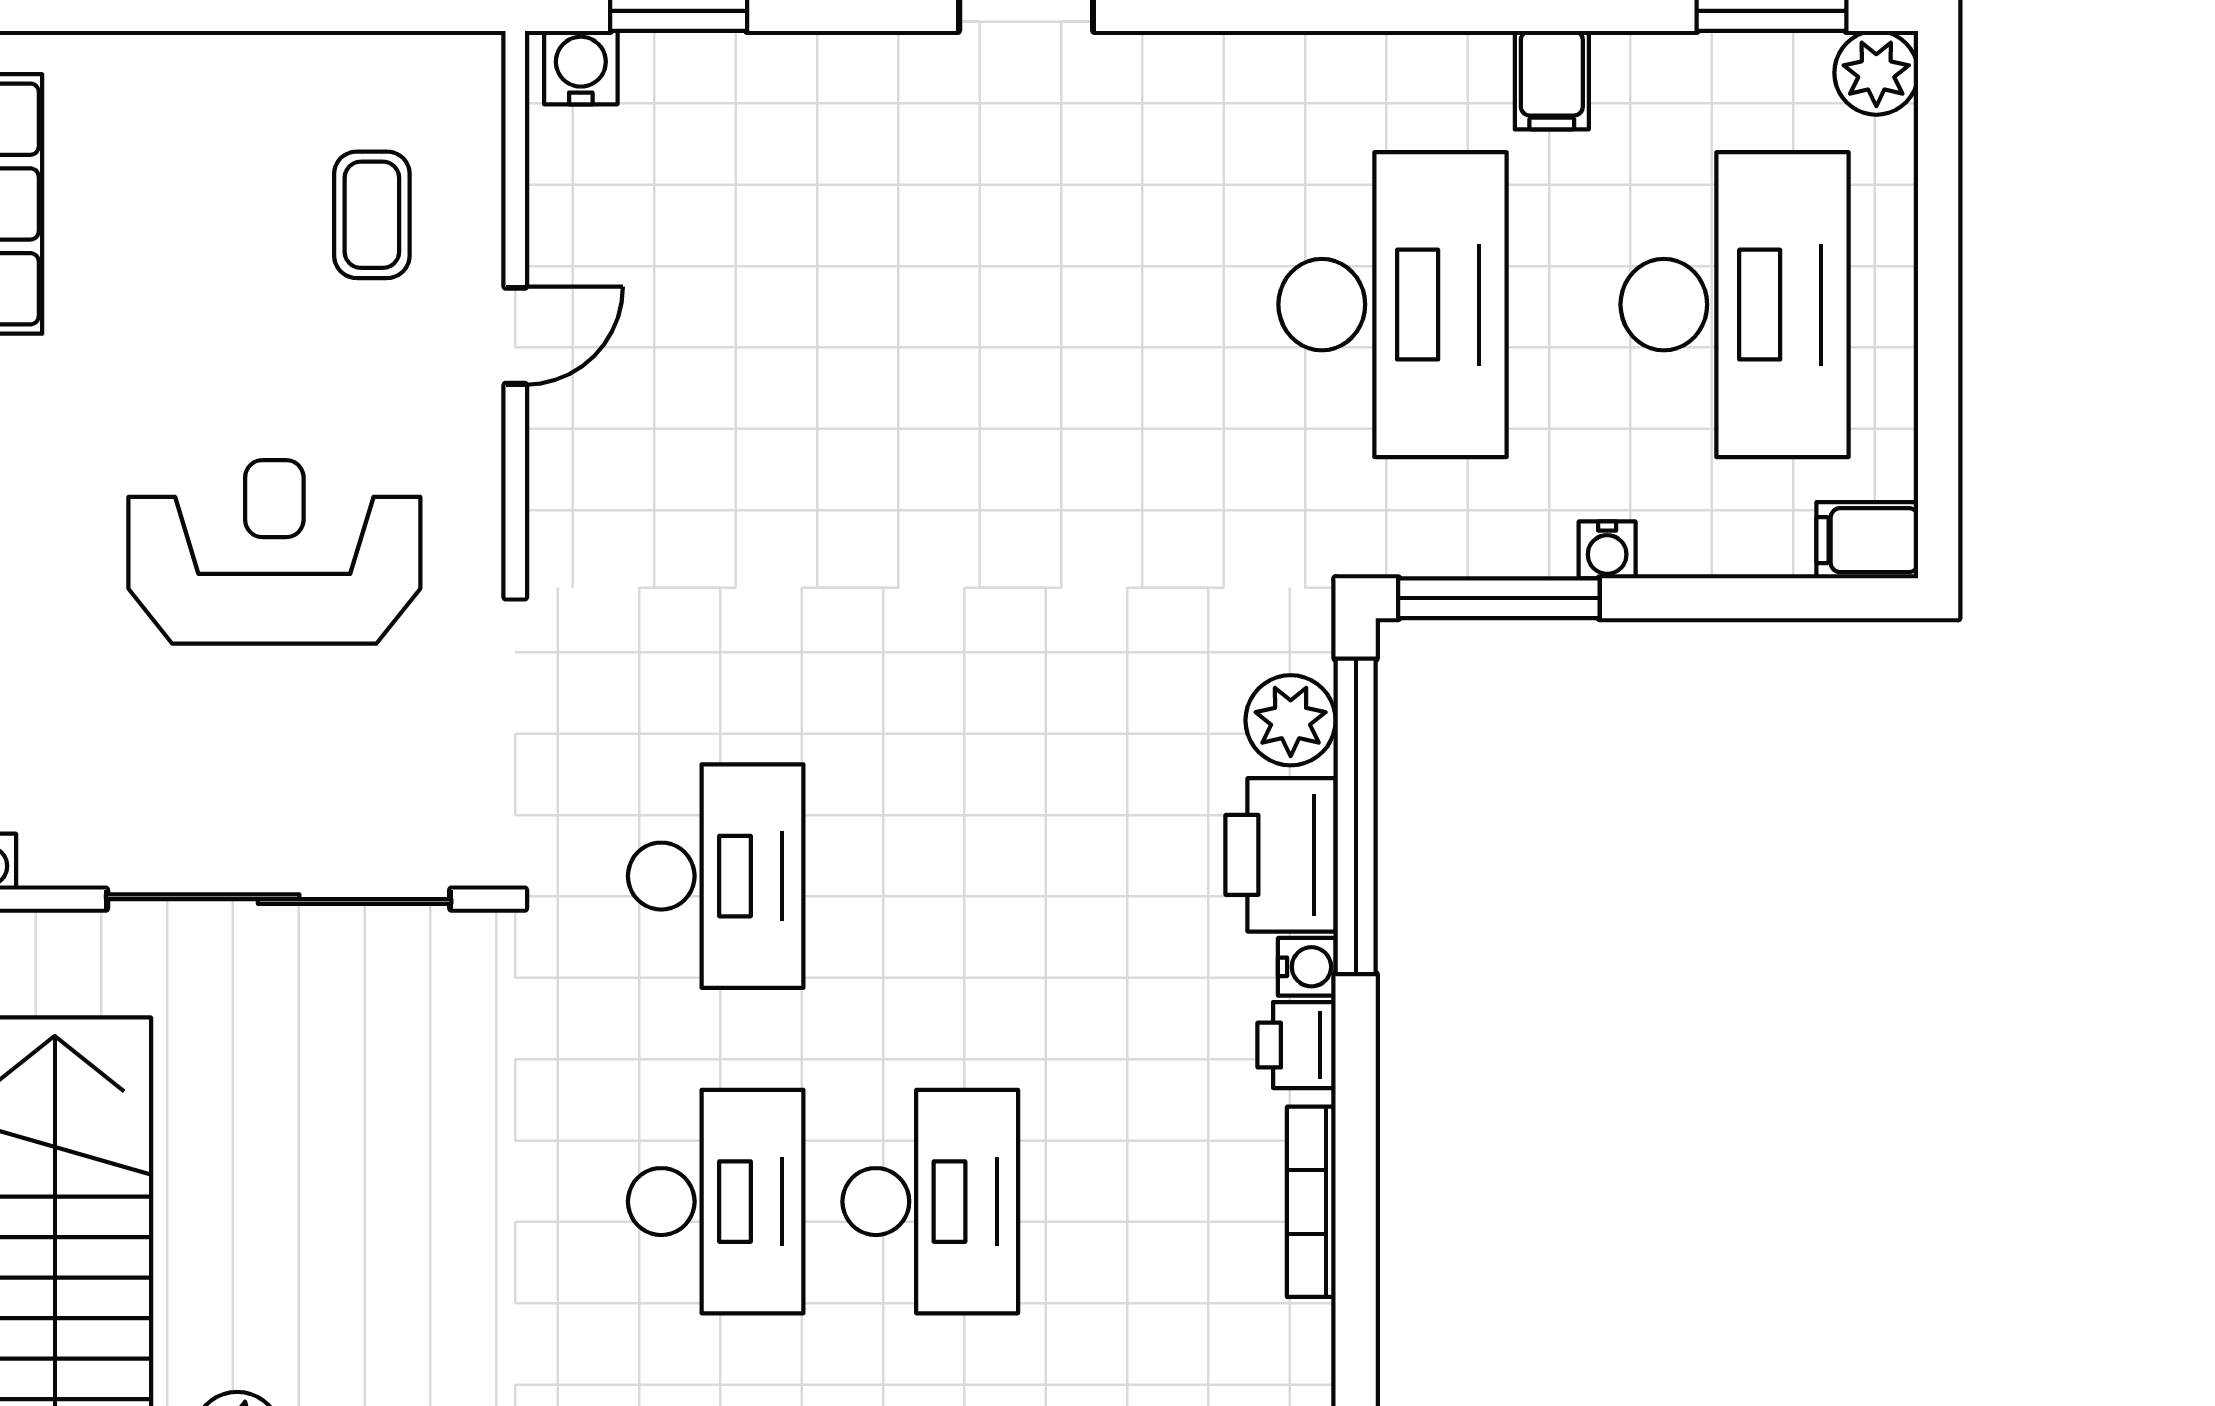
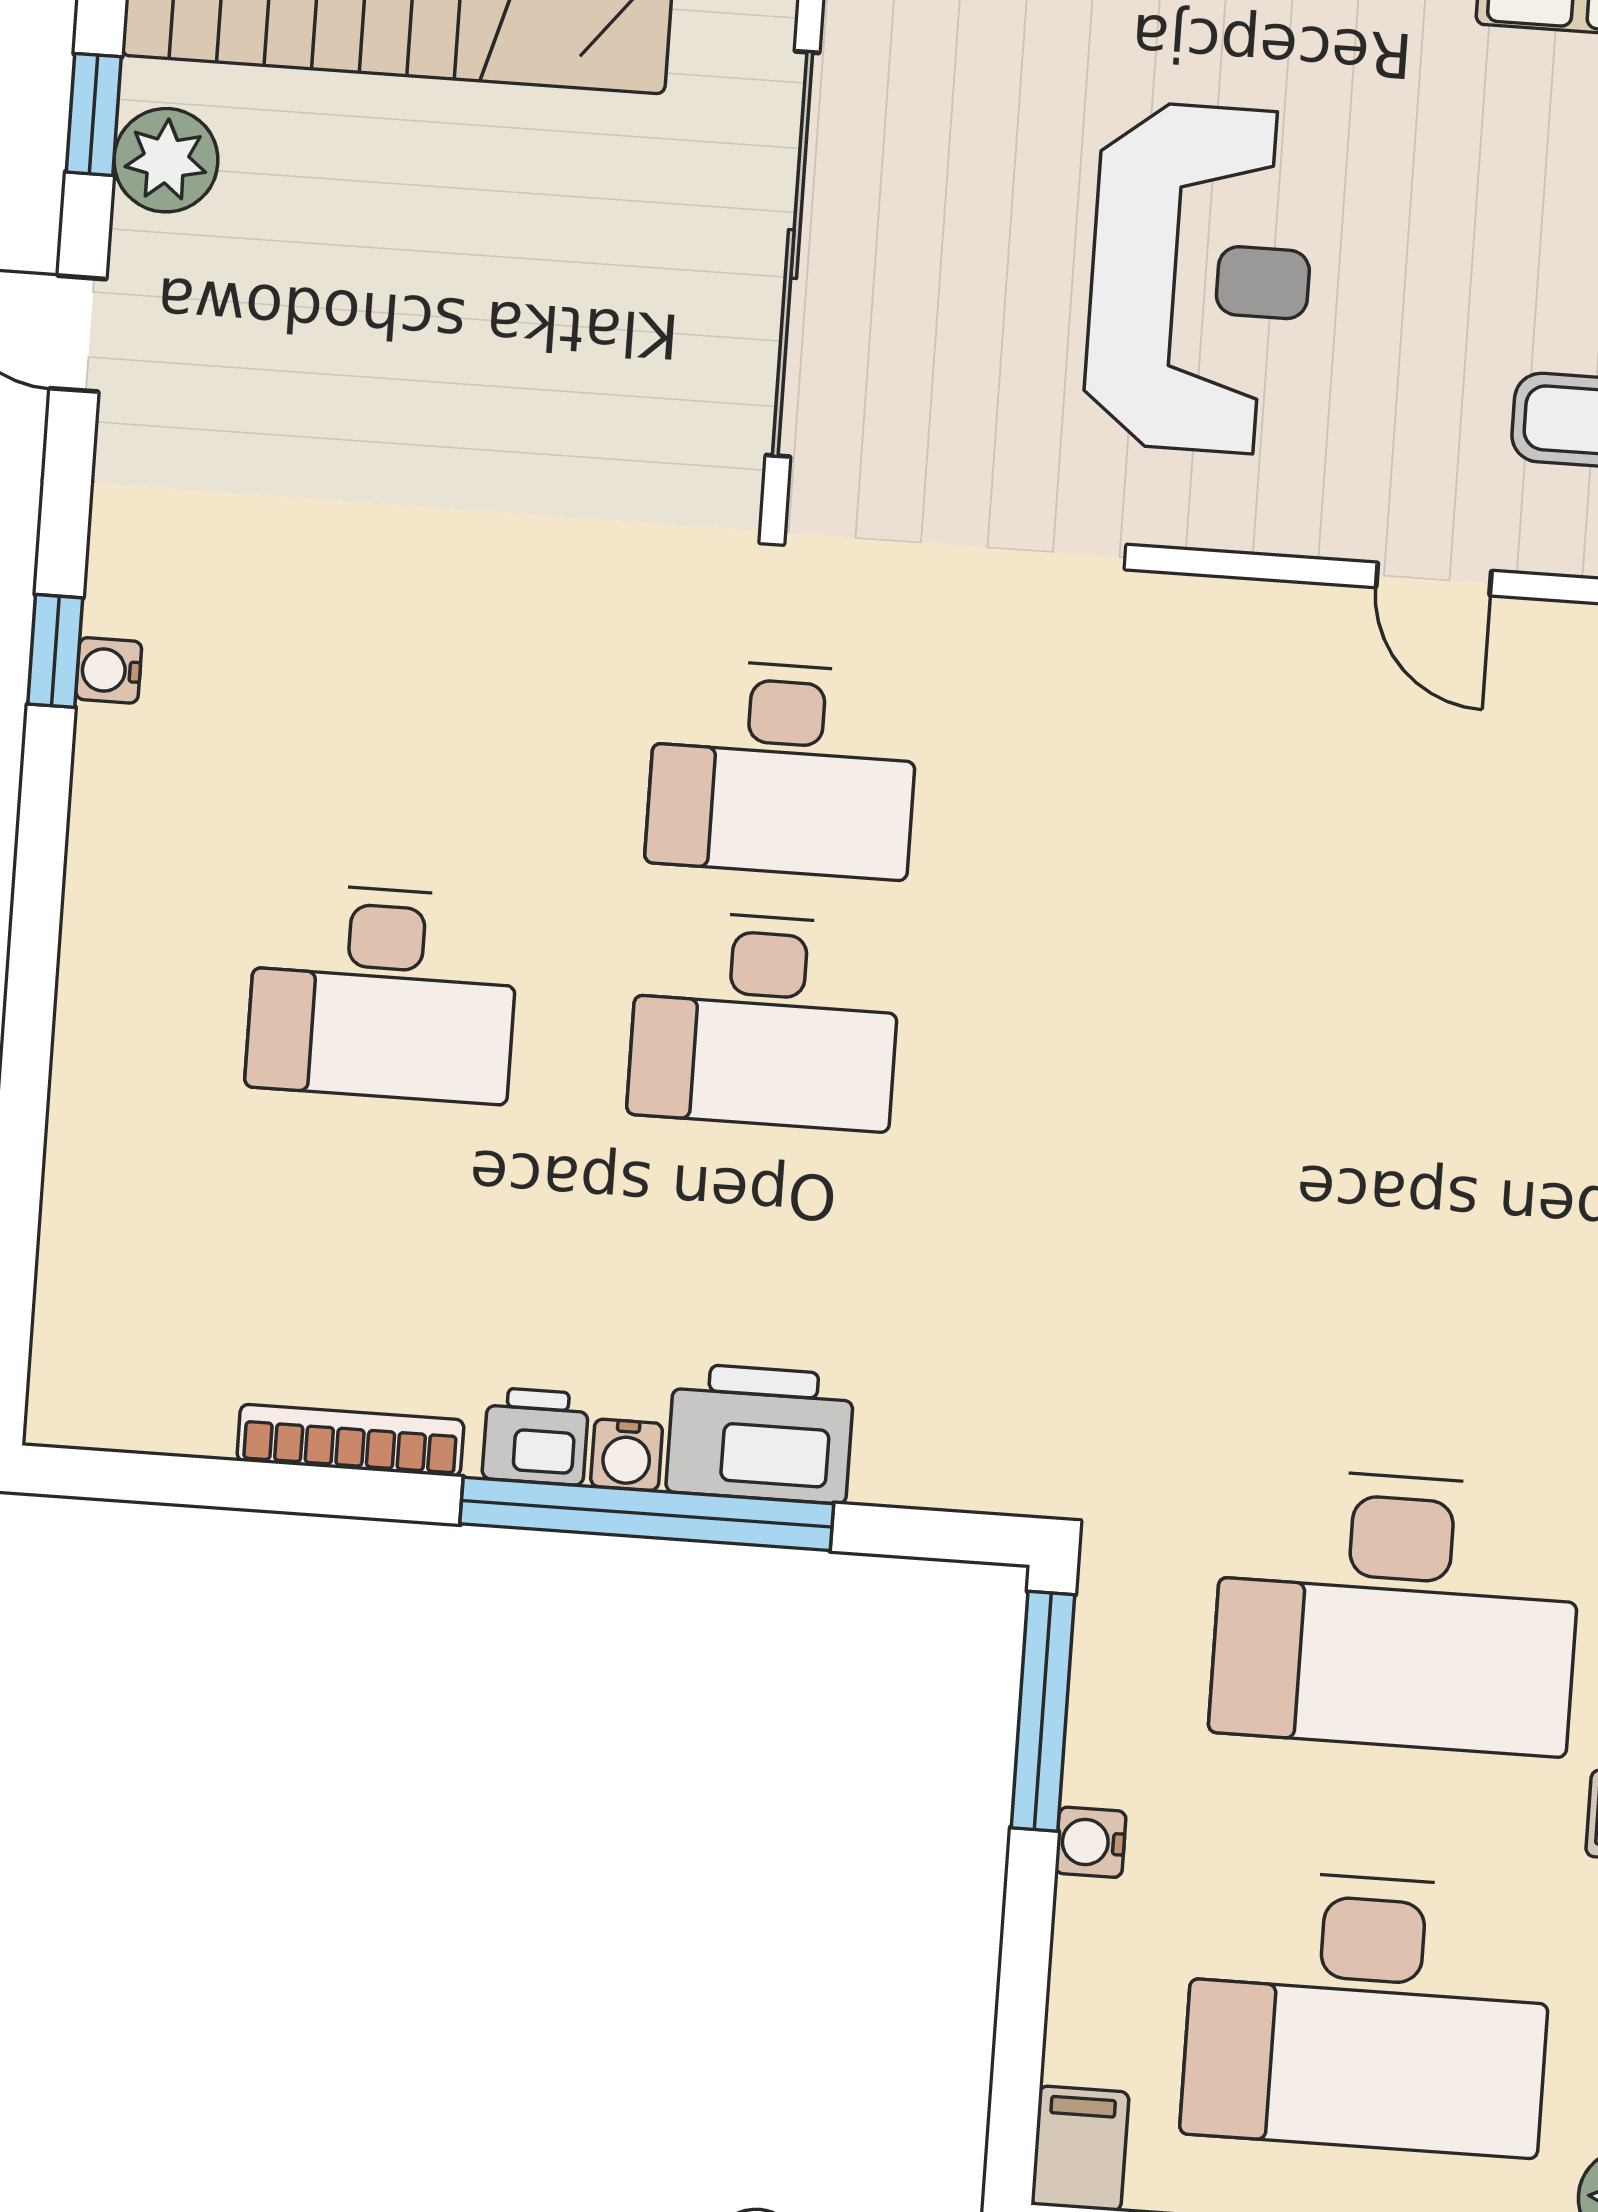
plant: (1291, 720) -> (917, 1457), removed
window: (1356, 816) -> (647, 1514), moved
desk: (716, 1202) -> (765, 1021), moved

